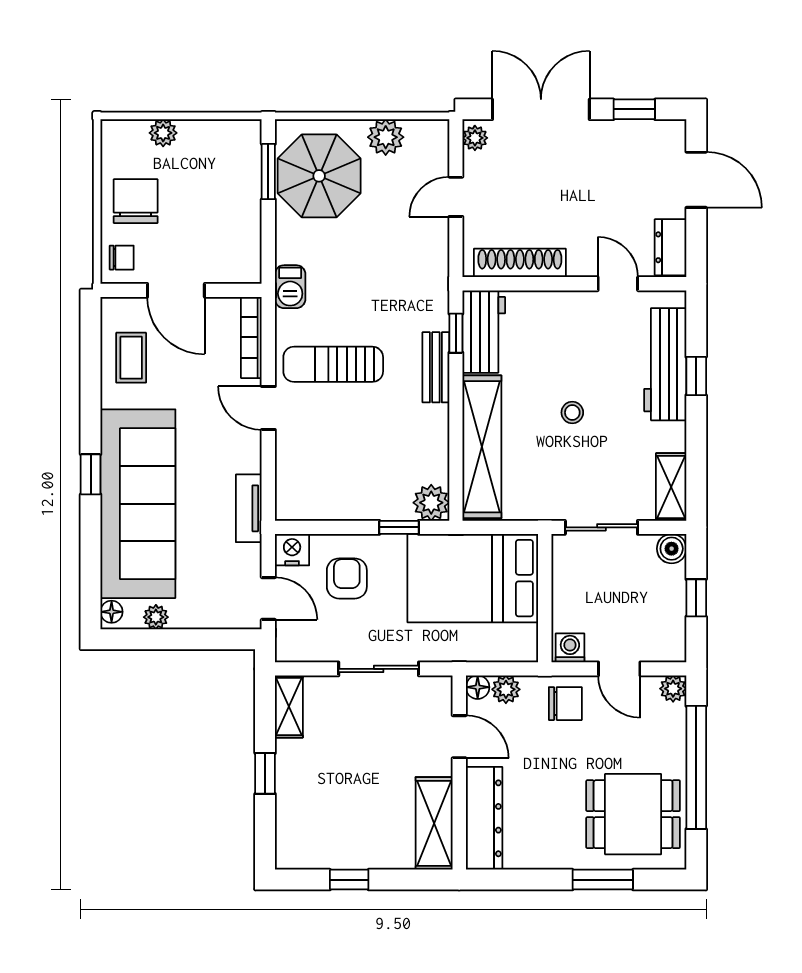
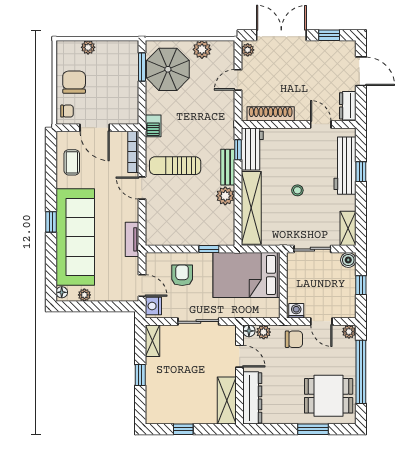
plant: (431, 503) -> (225, 196), moved
nightstand: (292, 550) -> (153, 306), moved, turned -90

